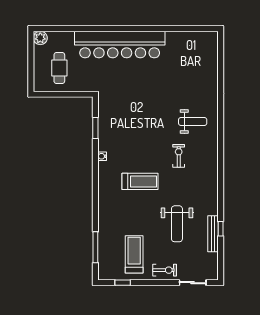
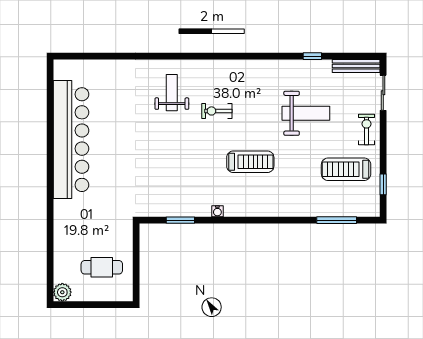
bar counter: (120, 45) -> (71, 140), moved
treadmill: (140, 181) -> (250, 162), turned 90
bench: (213, 234) -> (356, 66), moved

